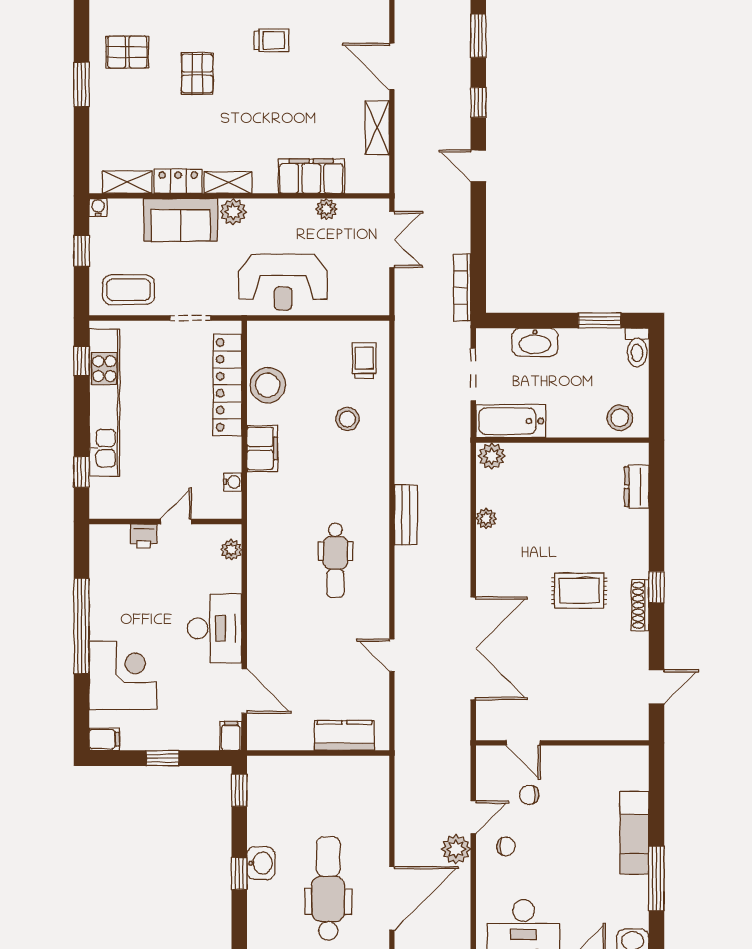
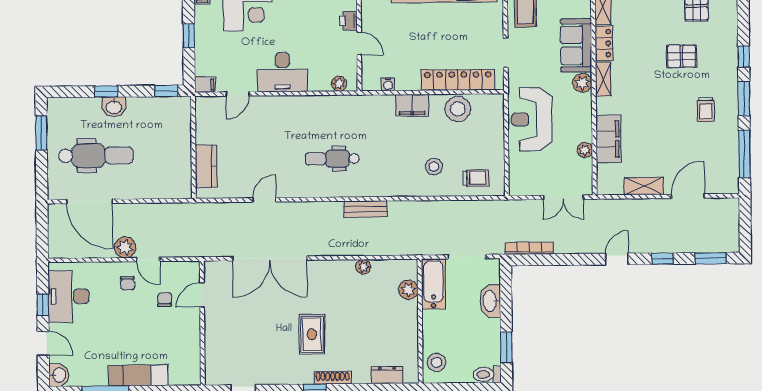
plant: (492, 456) -> (408, 290), moved
shoe rack: (640, 605) -> (333, 378), moved
door: (244, 691) -> (238, 94), width x0.73

